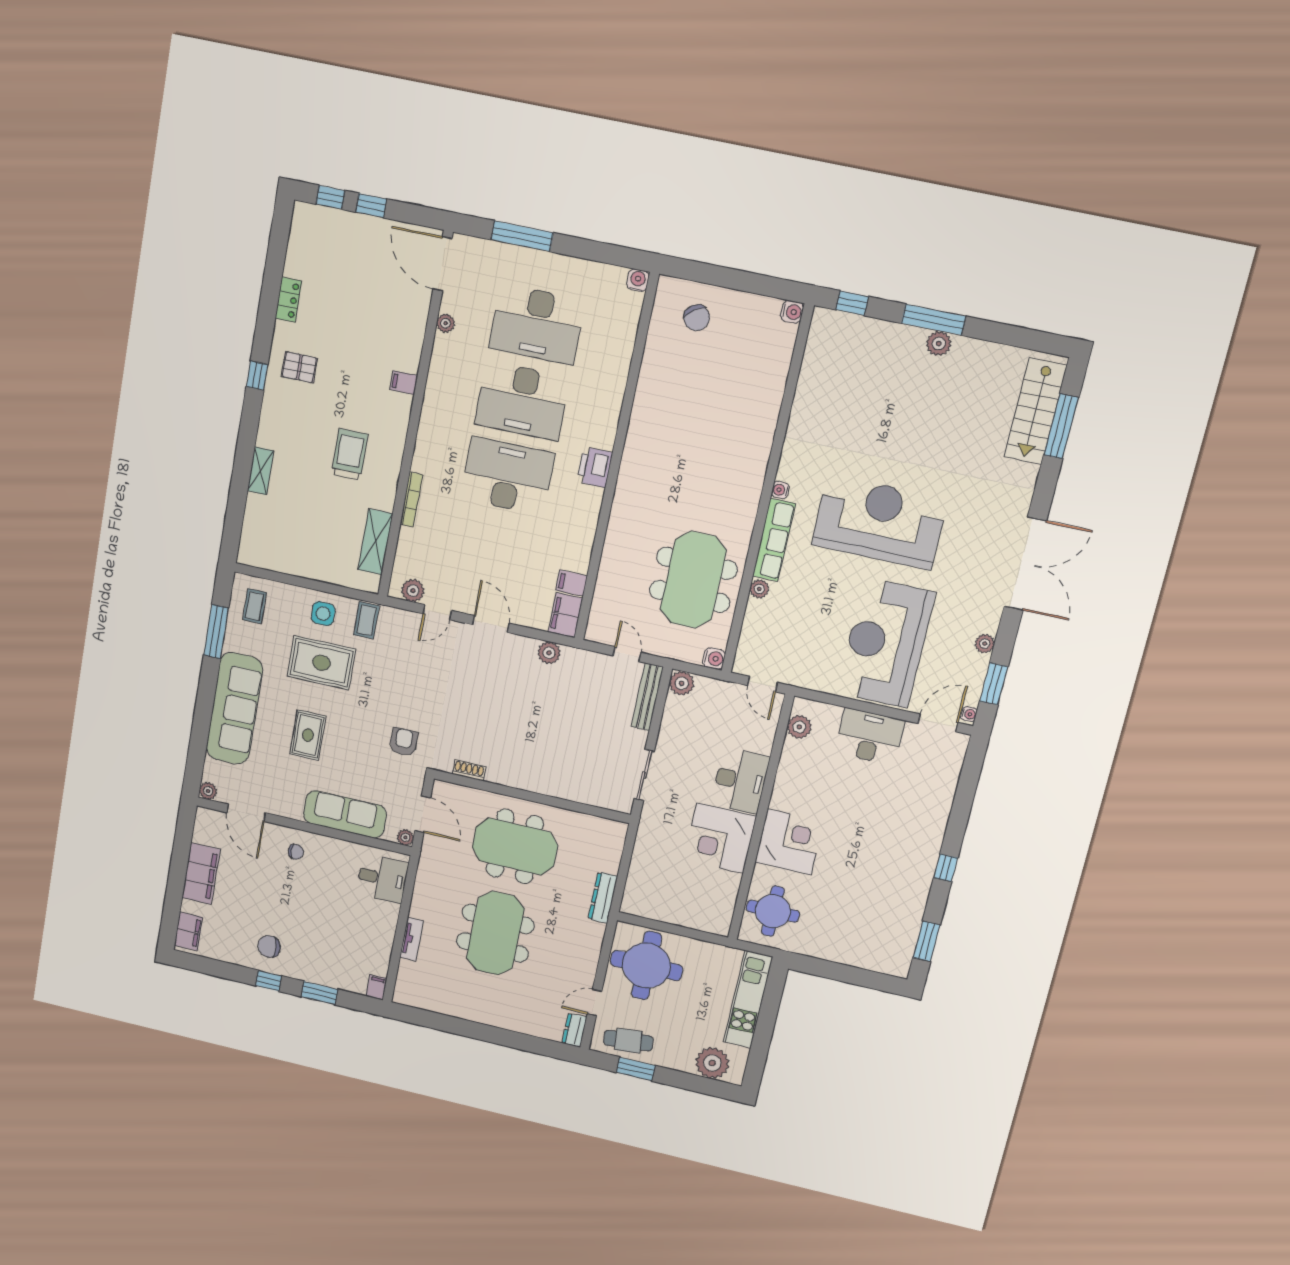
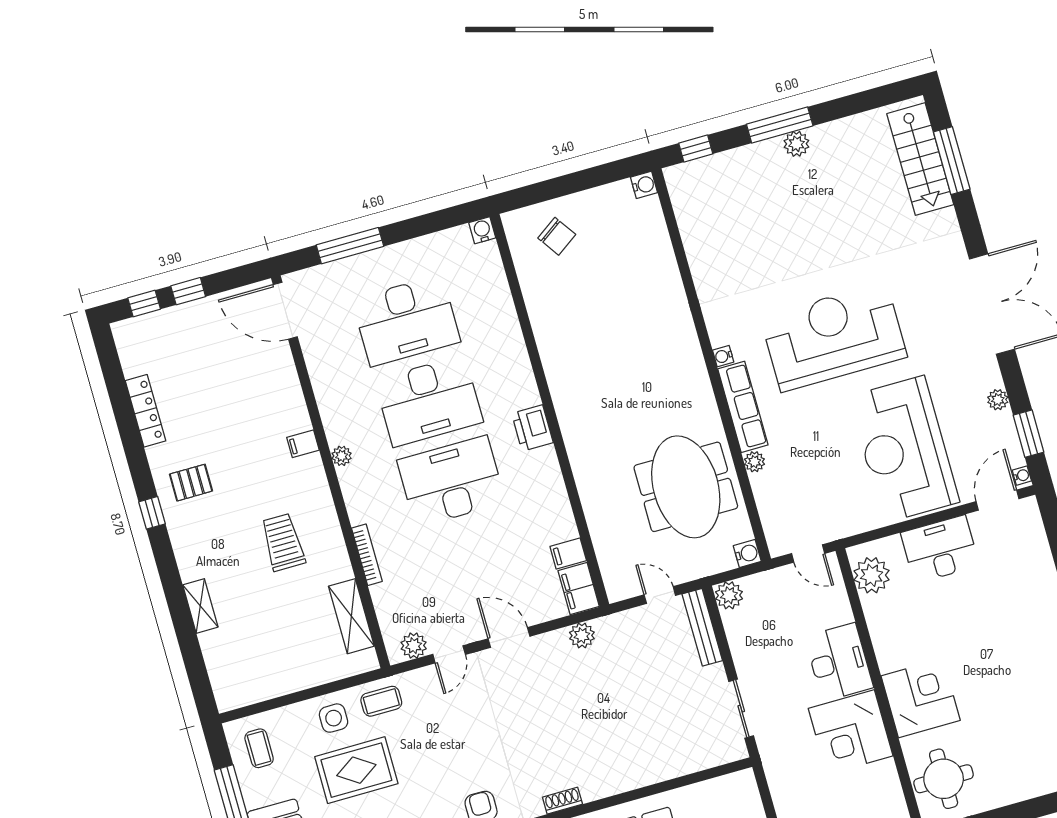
locker: (288, 300) -> (146, 411), width x1.53
plant: (446, 323) -> (342, 456), moved
coffee table: (366, 620) -> (381, 701), turned 90
plant: (799, 727) -> (872, 575), width x1.36, depth x1.36

